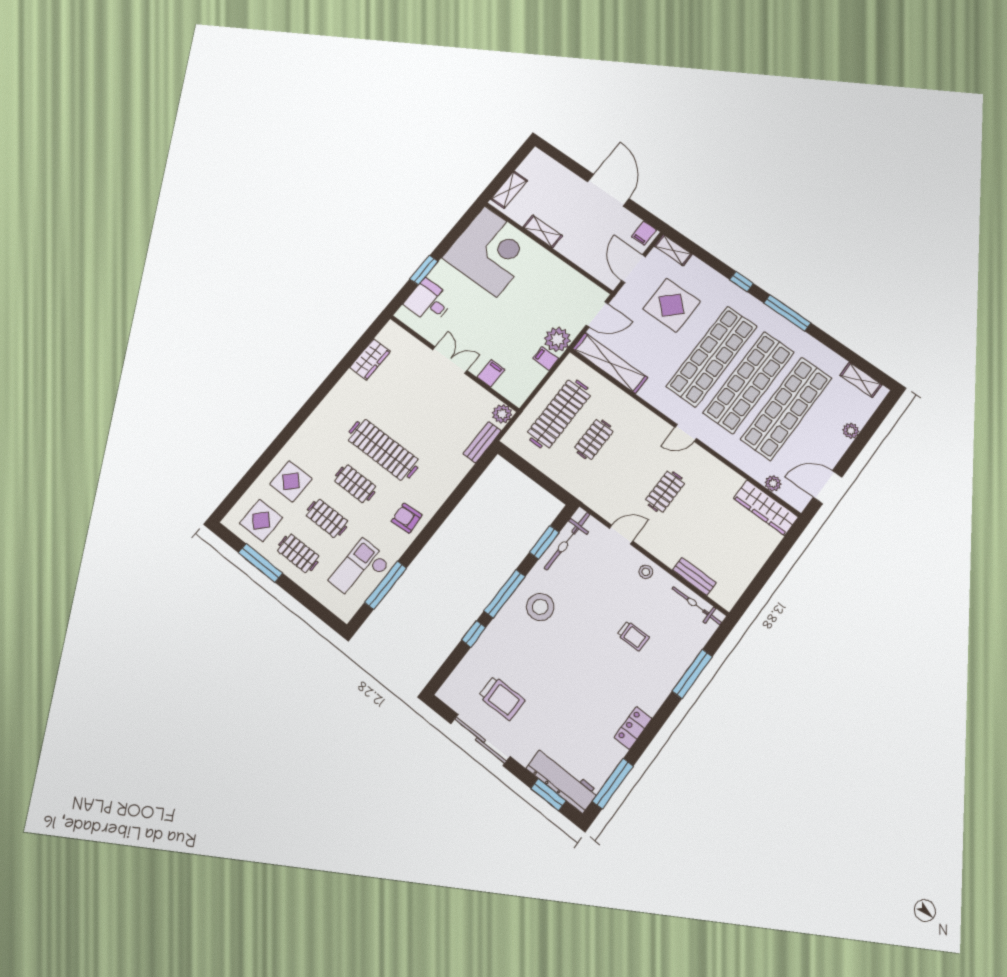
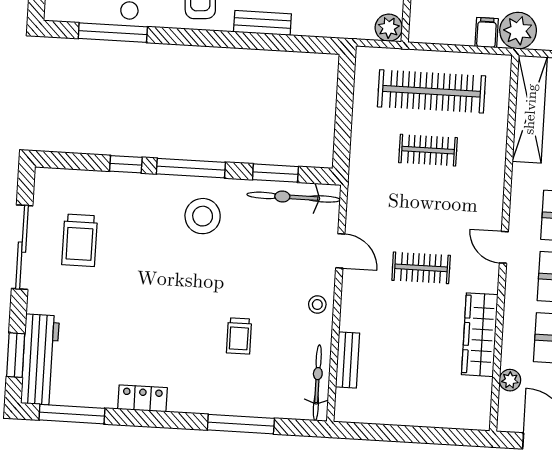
bench: (482, 442) -> (262, 23), moved
wardrobe: (766, 508) -> (480, 335), moved

